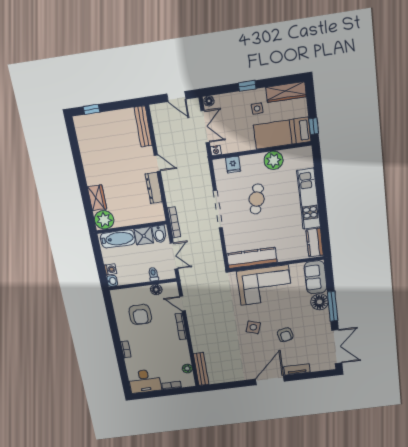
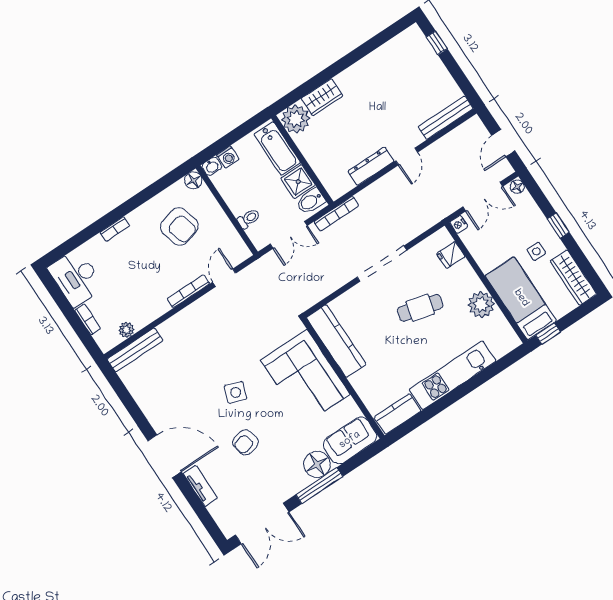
floor lamp: (156, 290) -> (193, 180), moved
armchair: (140, 315) -> (179, 226), turned -105

